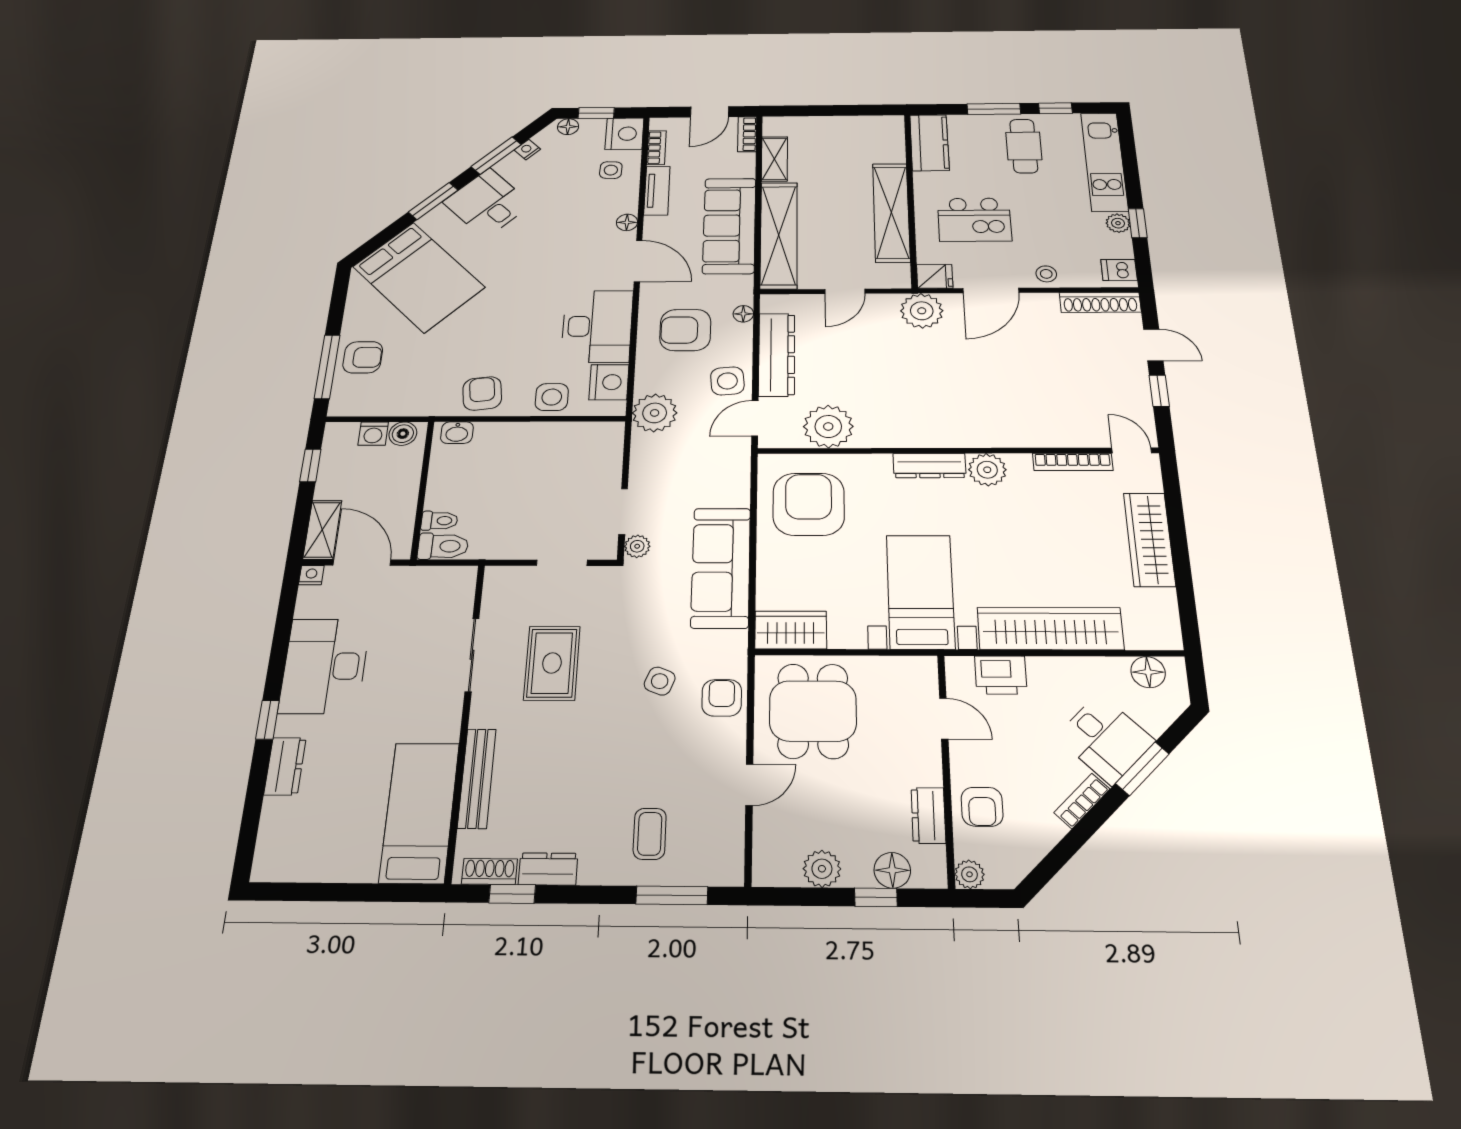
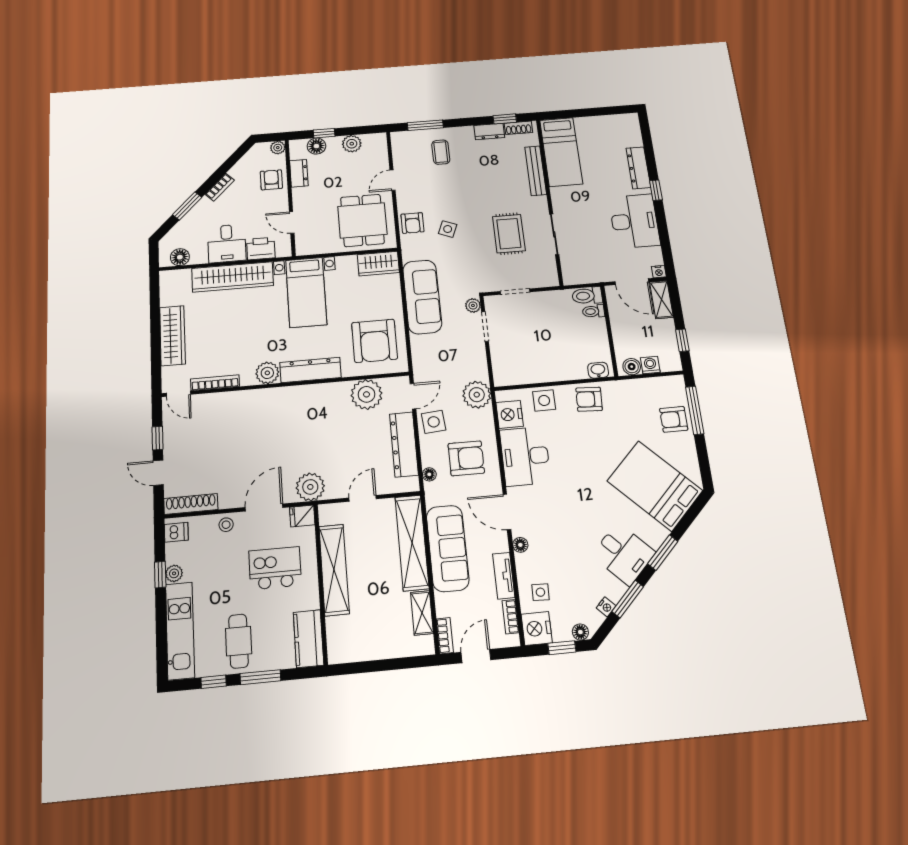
armchair: (482, 393) -> (589, 399), turned 100
dresser: (929, 466) -> (311, 370), width x1.37, depth x1.24
desk: (1105, 739) -> (227, 243), moved, turned -135
dresser: (285, 766) -> (638, 168), width x1.44

